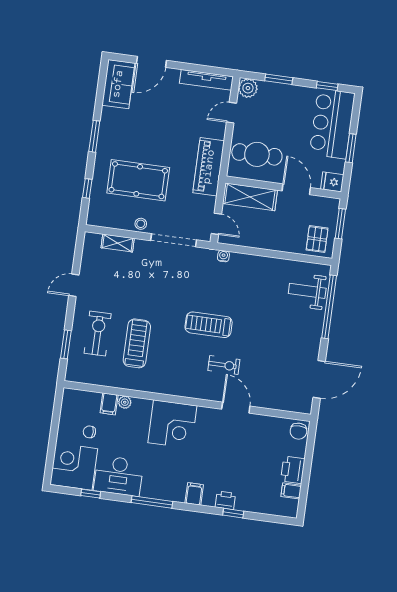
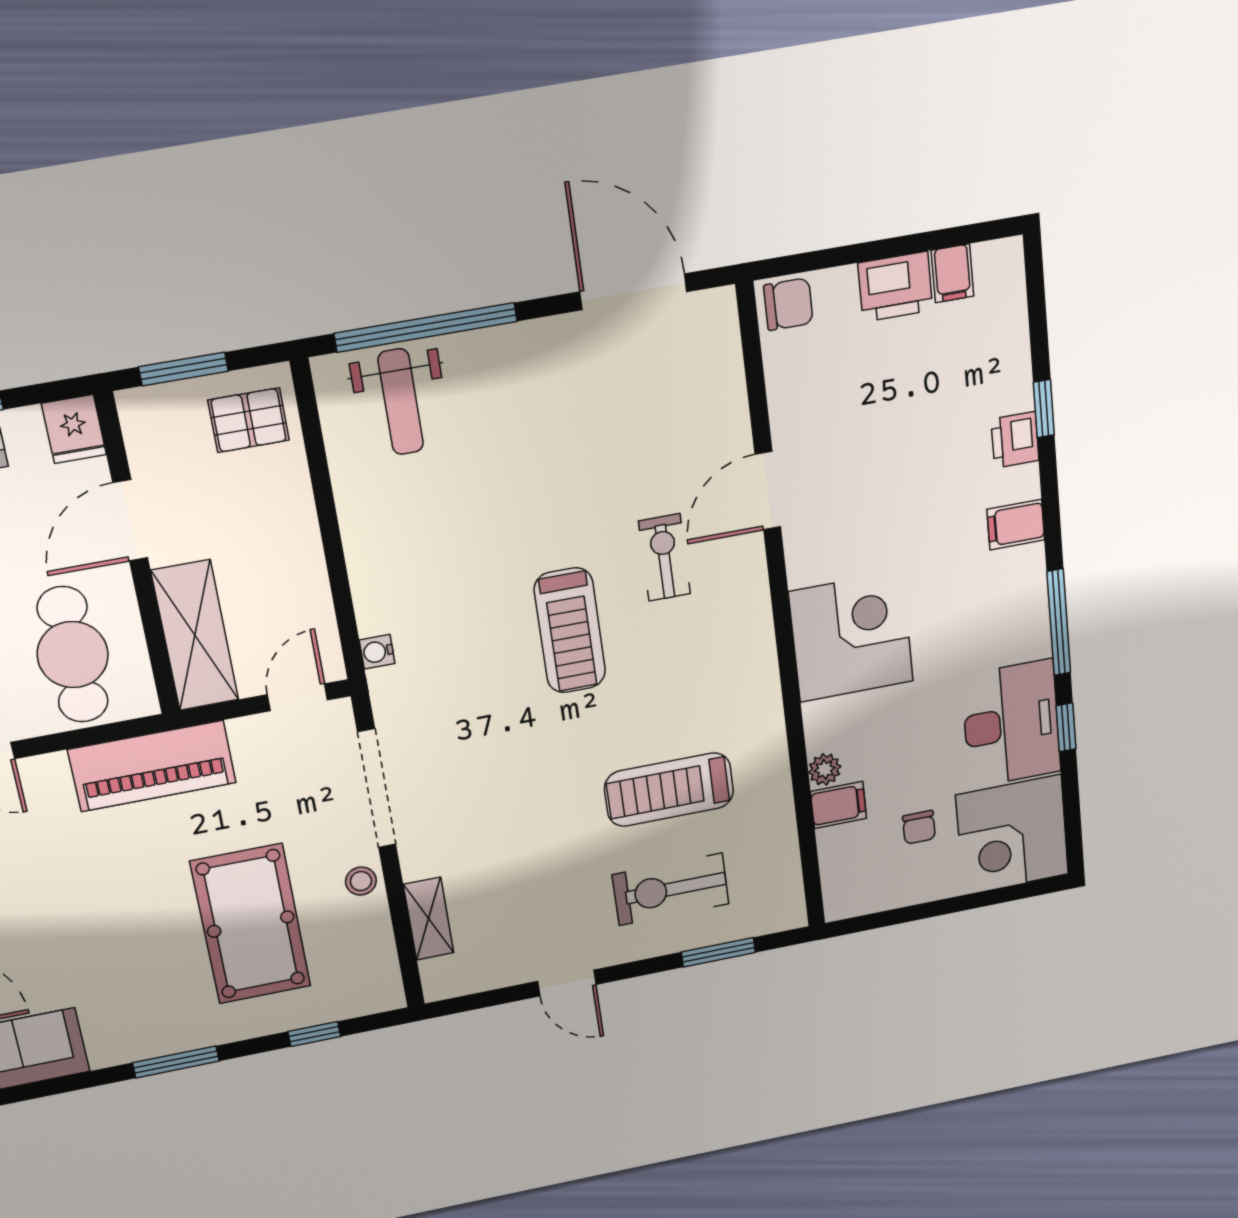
window: (91, 494) -> (1066, 727), moved

